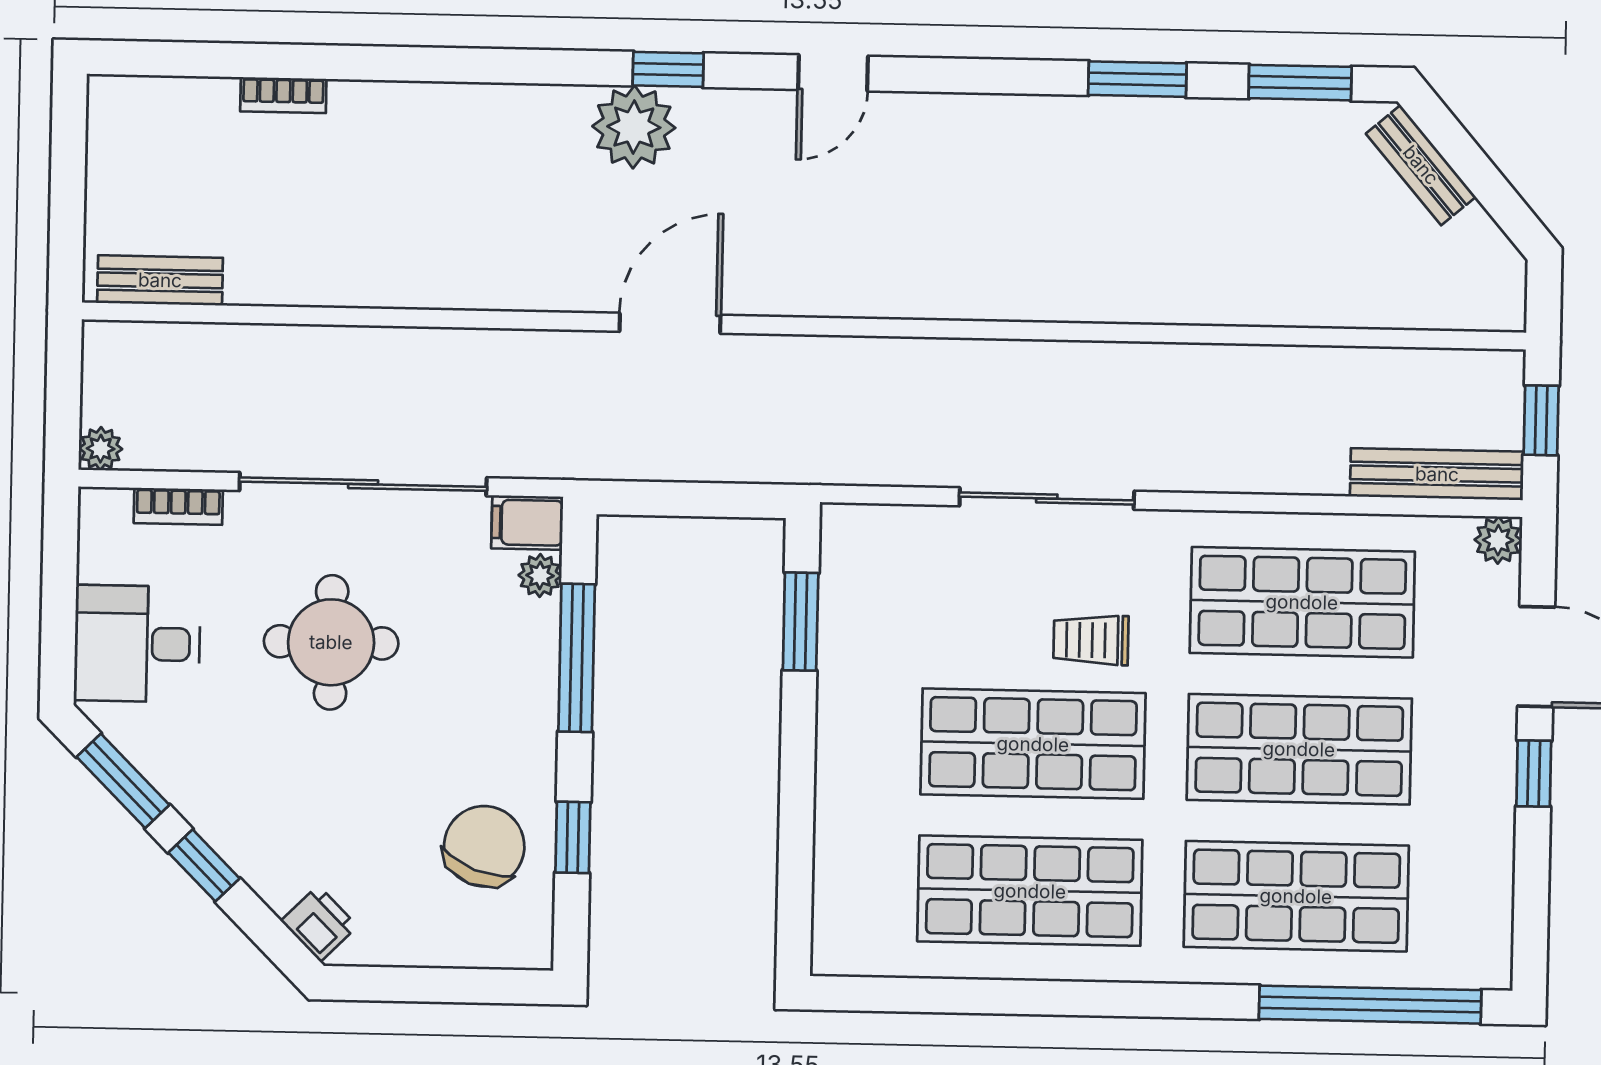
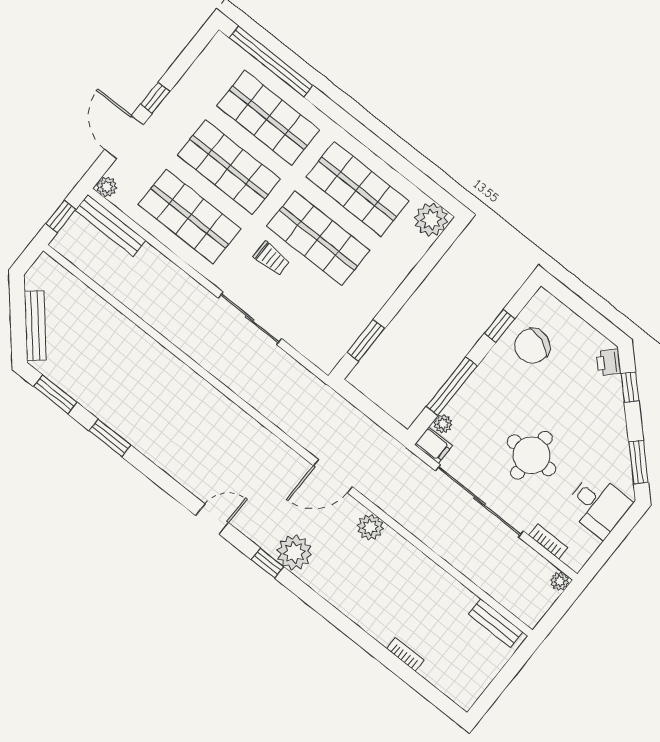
bench: (1421, 165) -> (35, 326), width x1.36
plant: (529, 281) -> (370, 527), added
window: (204, 865) -> (630, 387), moved
plant: (850, 938) -> (431, 220), added

